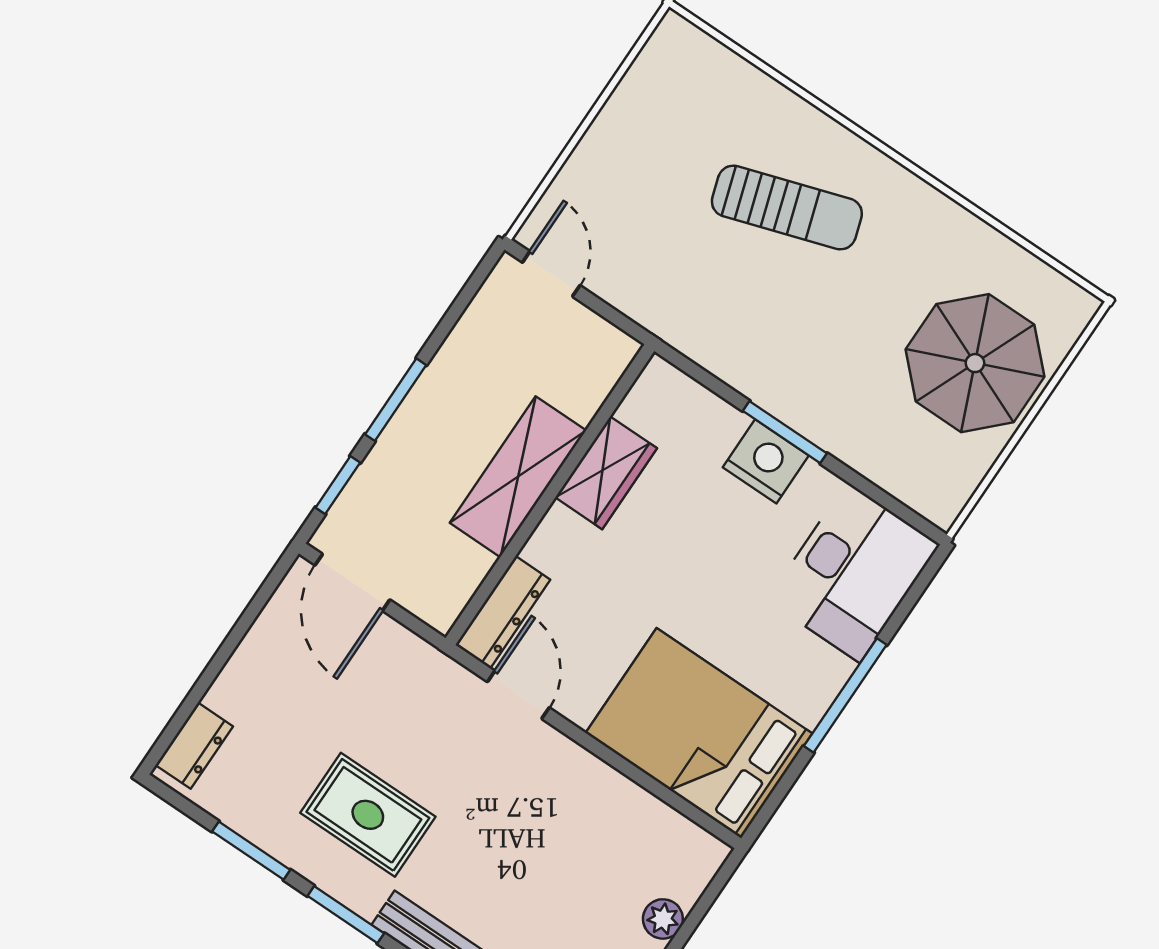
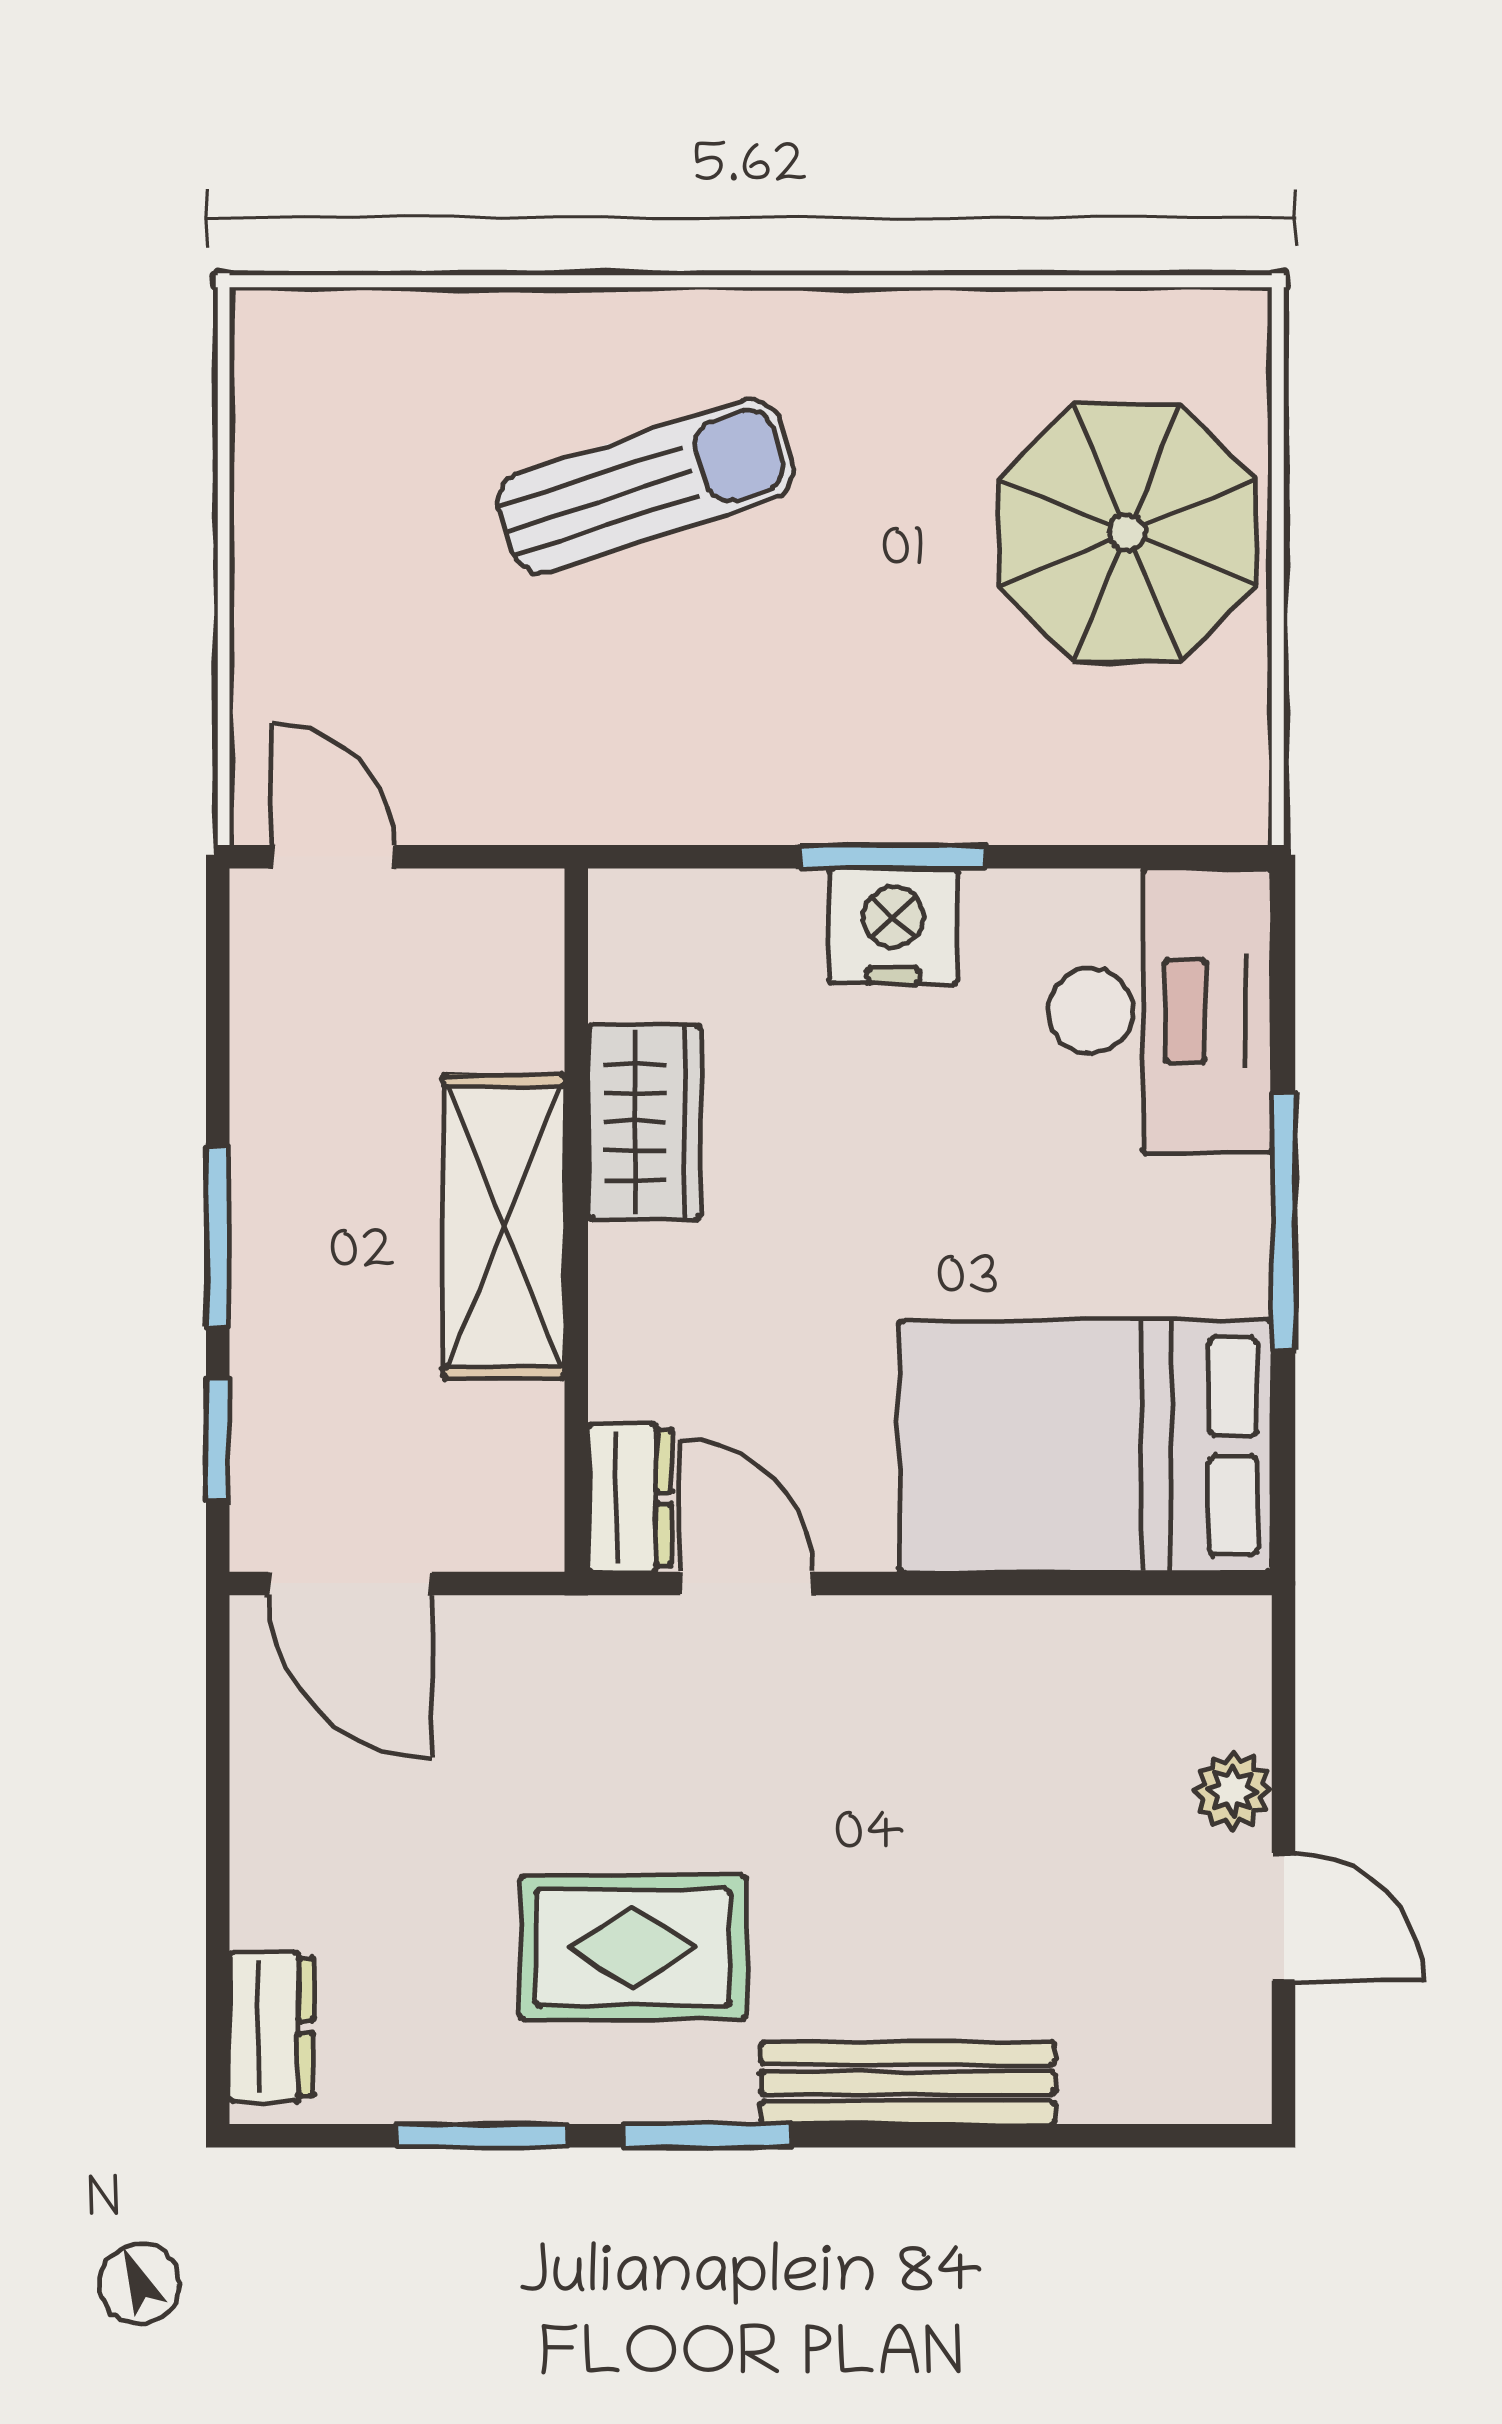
dresser: (503, 612) -> (630, 1498), width x0.70

